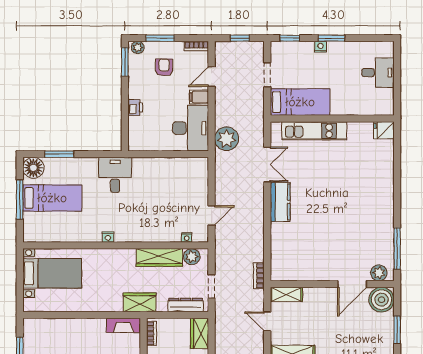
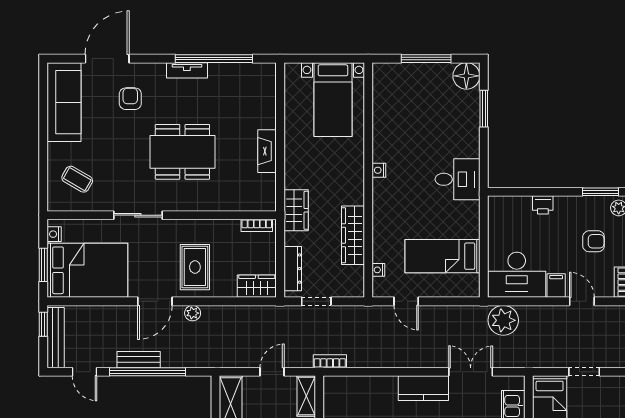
double door: (267, 164) -> (471, 372), swing flipped
bed: (52, 198) -> (442, 256), moved, turned 90
plant: (192, 257) -> (354, 276), removed
fireplace: (123, 325) -> (267, 151), moved

